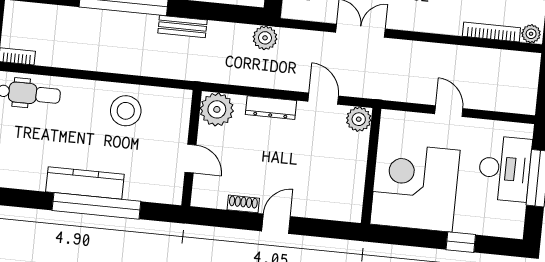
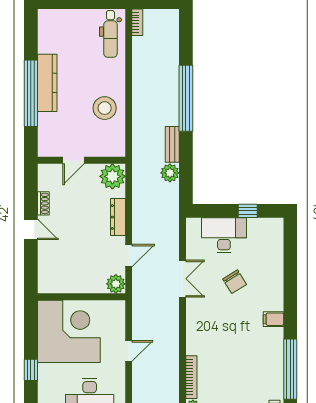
plant: (265, 38) -> (170, 173), moved

